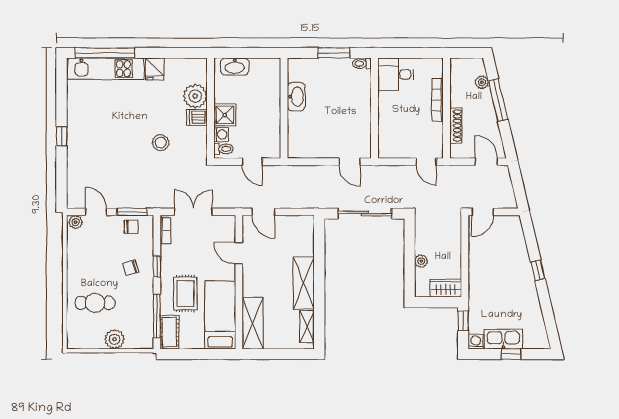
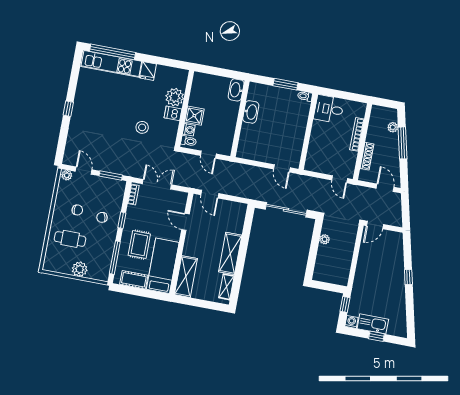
washbasin: (235, 67) -> (236, 90), moved, turned 90
chair: (131, 227) -> (77, 210), moved
plant: (421, 261) -> (324, 239), moved
wardrobe: (446, 288) -> (337, 277), removed
cot: (169, 332) -> (134, 280), moved, turned 90

